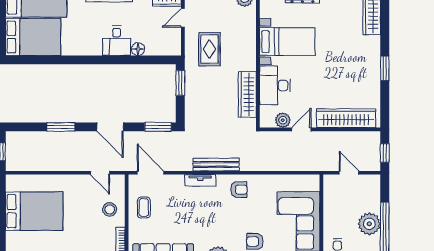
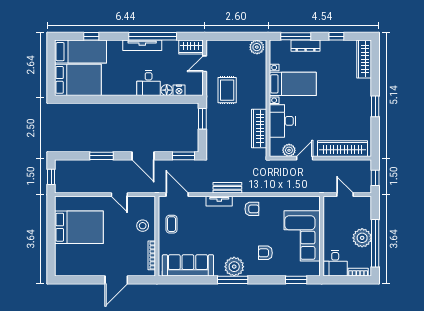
nightstand: (153, 49) -> (179, 90), added
bench: (216, 165) -> (227, 188), width x0.73
door: (100, 173) -> (119, 195), moved

